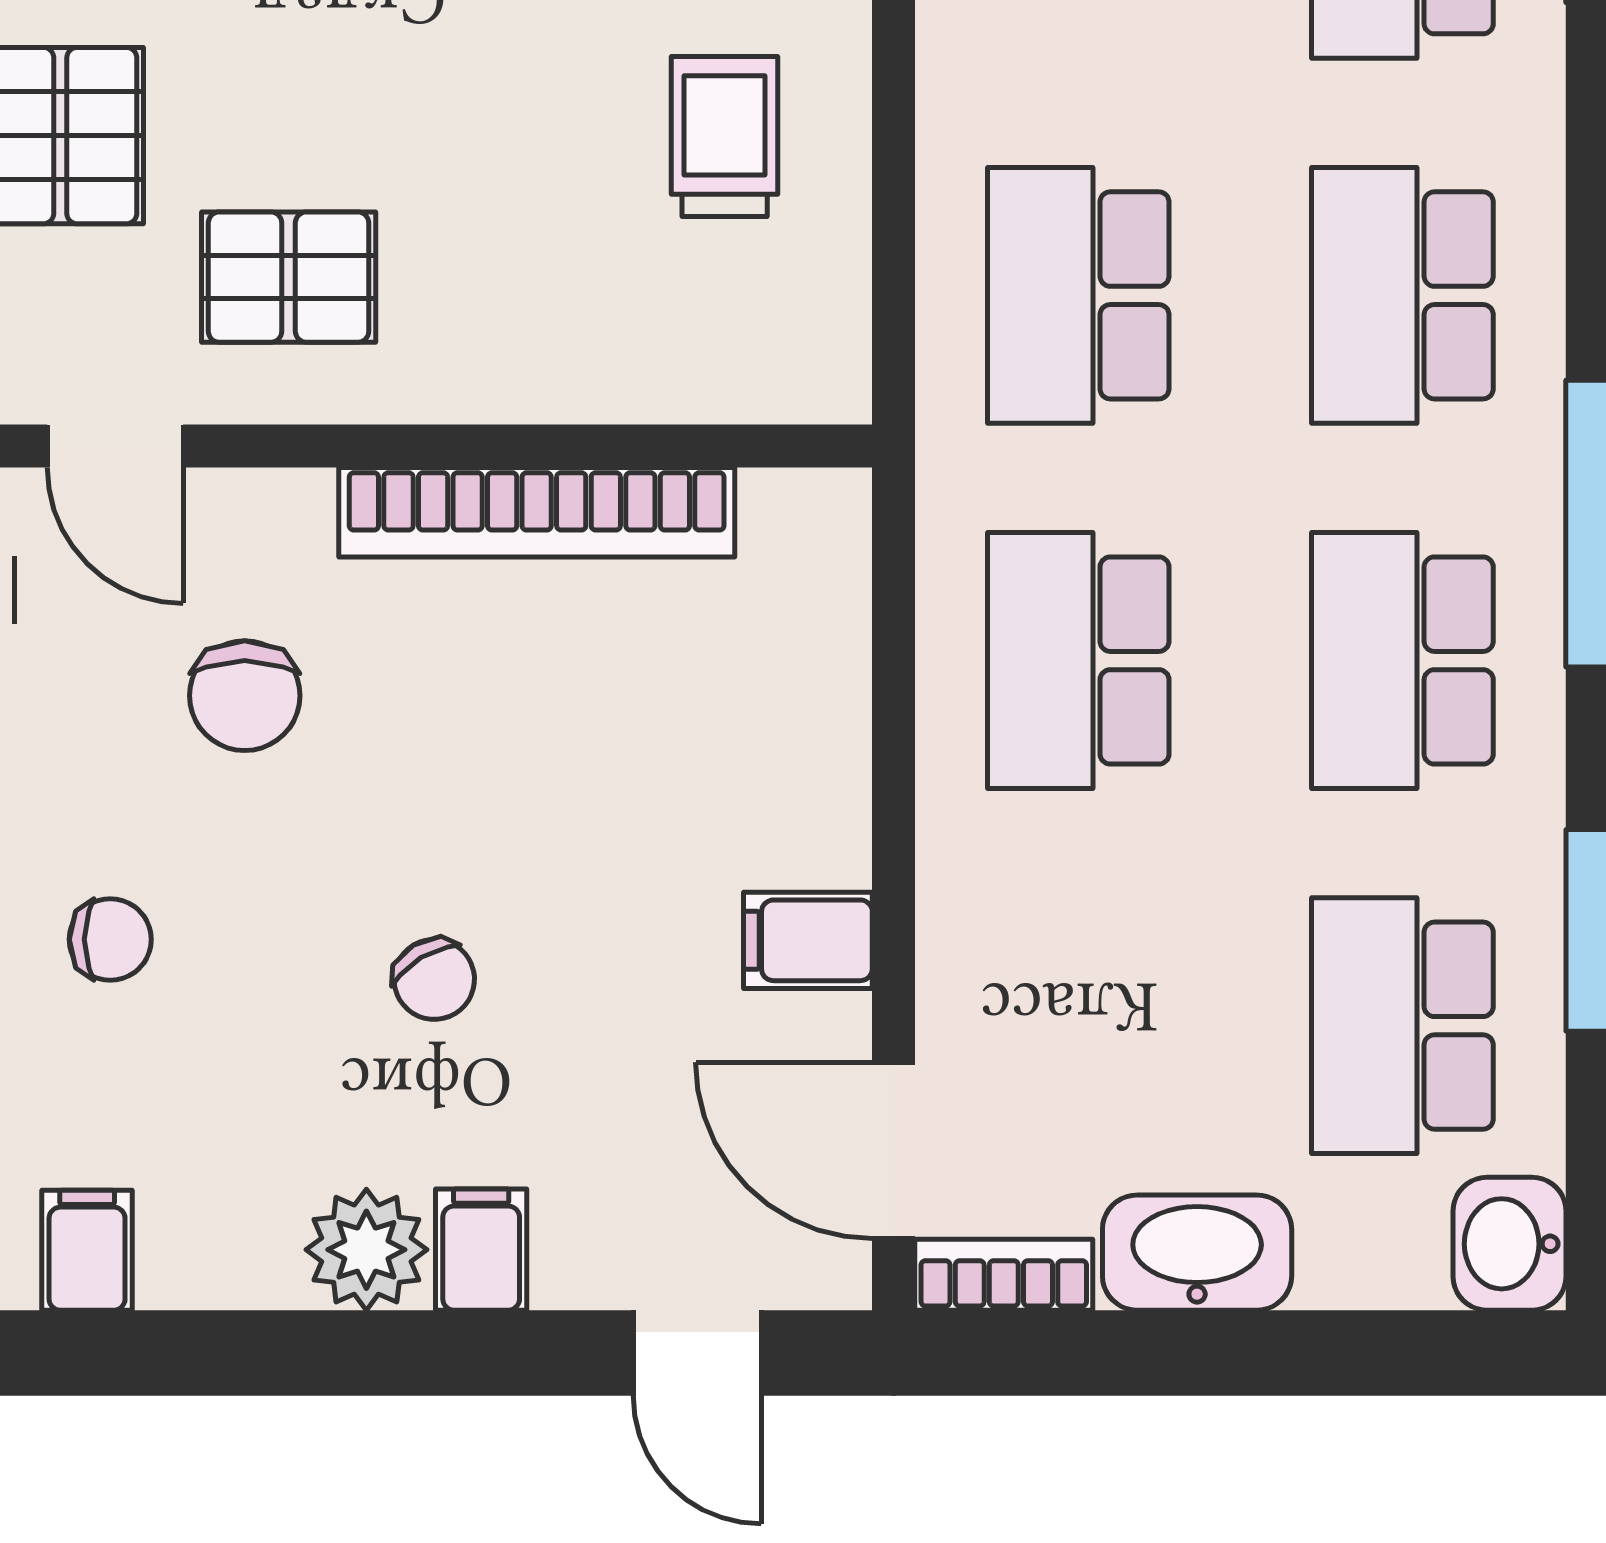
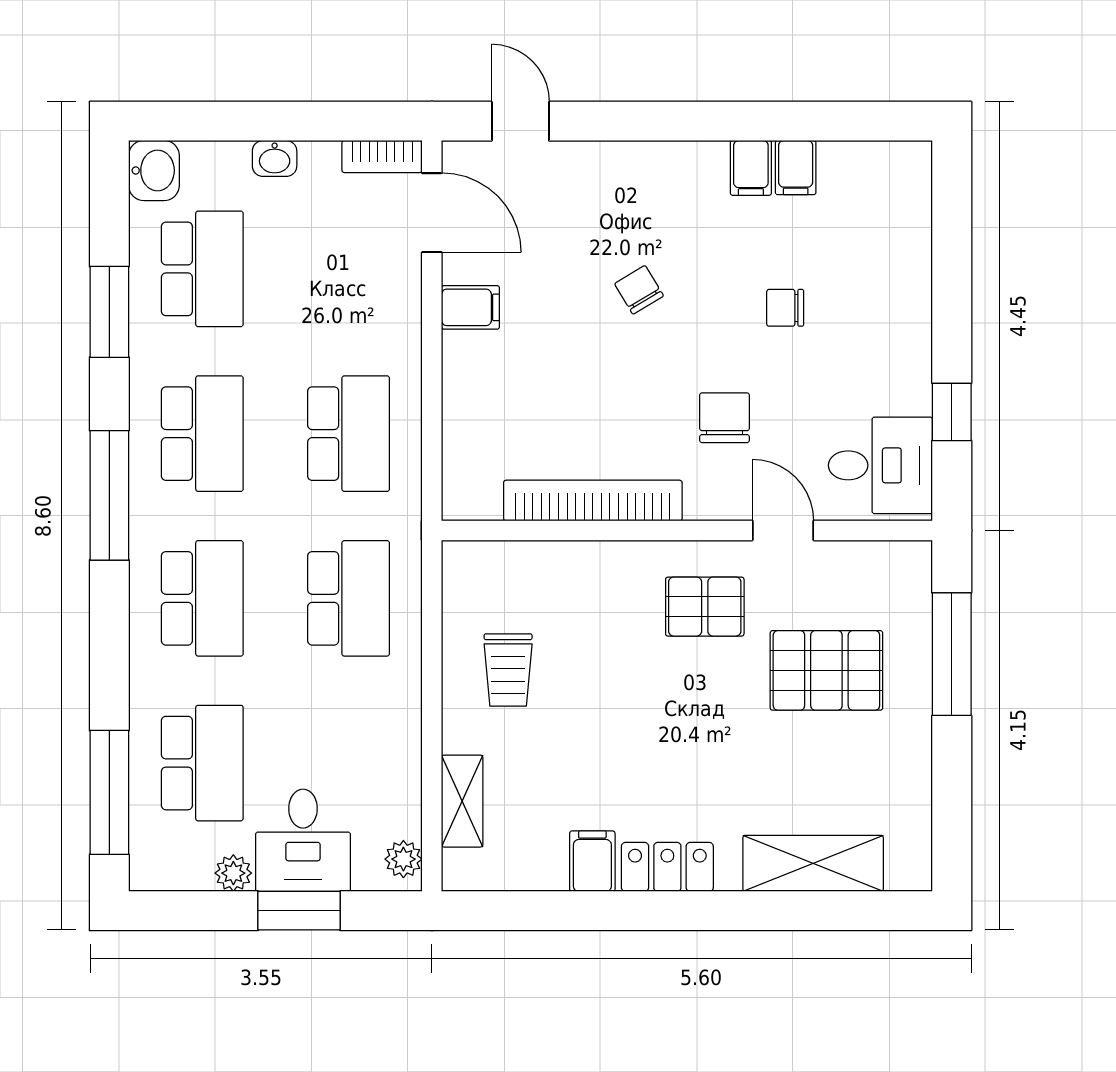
plant: (366, 1250) -> (670, 168), removed
filing cabinet: (481, 1250) -> (751, 168), moved
washbasin: (1197, 1253) -> (275, 158), width x0.52, depth x0.69

